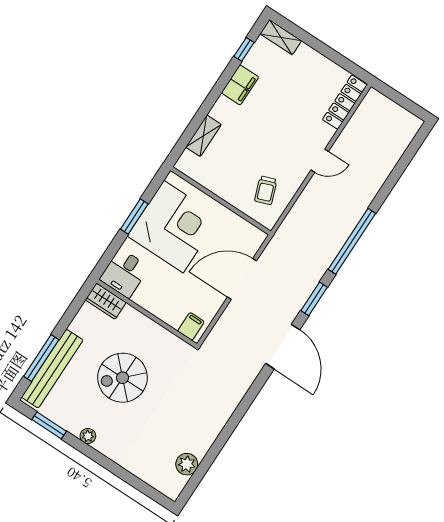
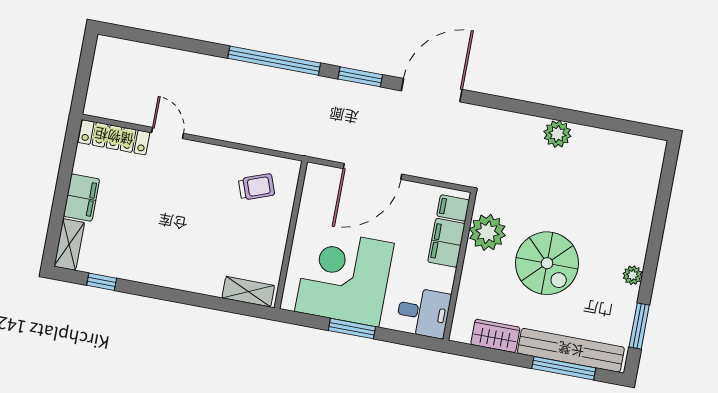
filing cabinet: (240, 85) -> (81, 198), moved, turned 90
shelving: (203, 136) -> (248, 292), moved
door: (320, 161) -> (168, 133), moved
door: (242, 279) -> (372, 171), hinge flipped
wardrobe: (106, 301) -> (495, 336), moved, turned -90
filing cabinet: (168, 311) -> (446, 243), added
plant: (163, 344) -> (487, 232), added
plant: (187, 464) -> (557, 134), moved

